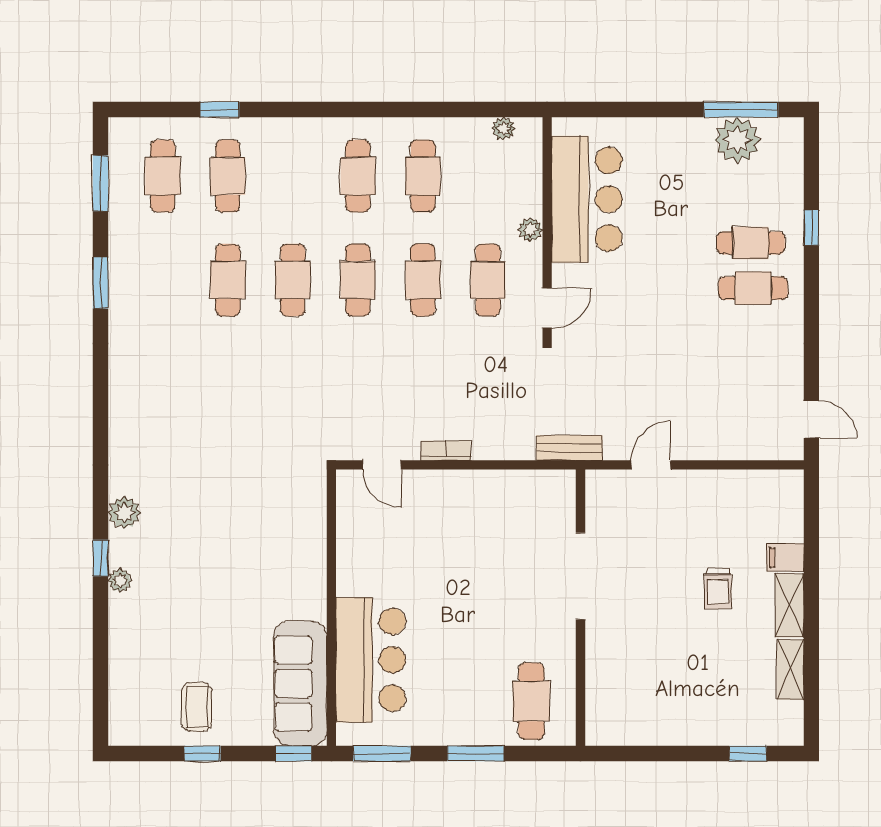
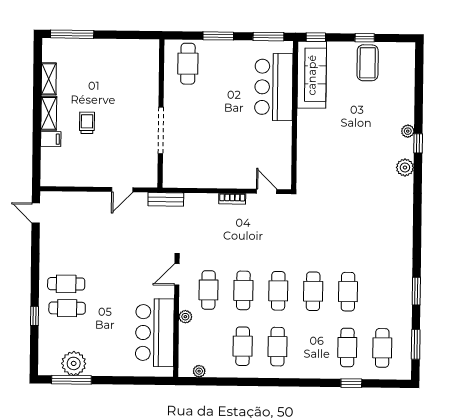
coffee table: (197, 707) -> (368, 63), width x1.36, depth x1.30
window: (748, 754) -> (72, 34), width x2.17

